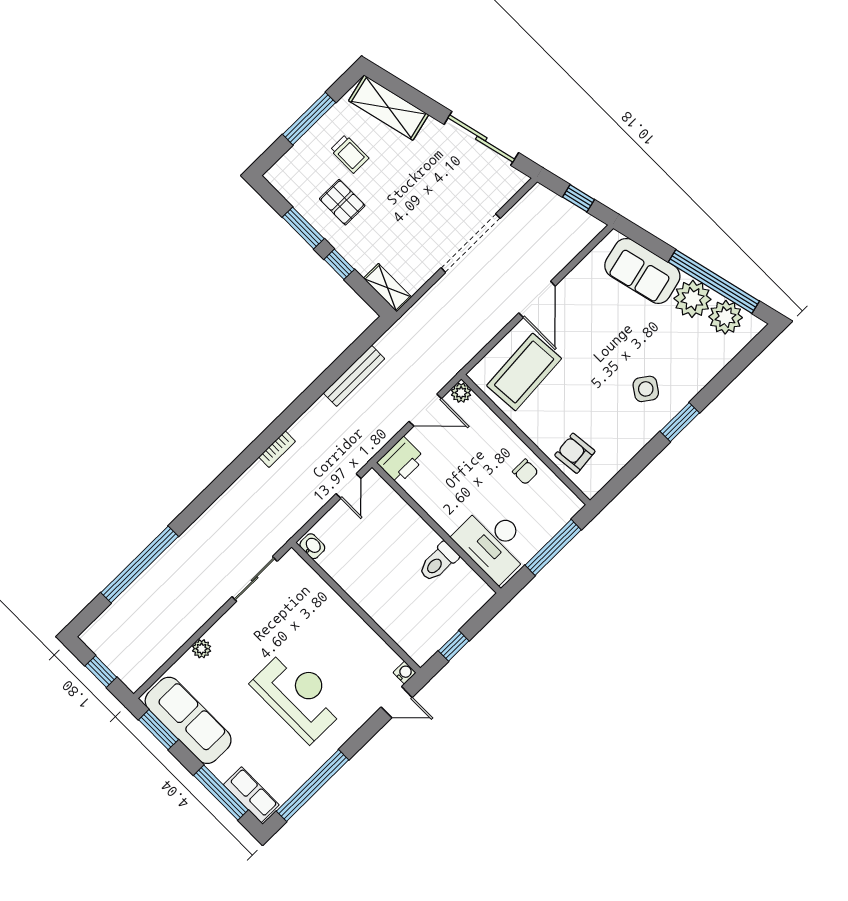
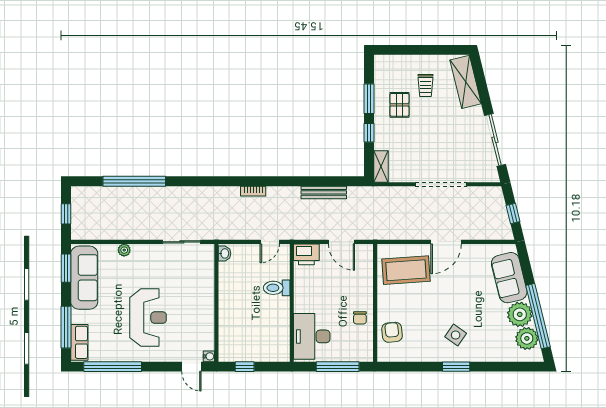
window: (309, 119) -> (423, 50), removed
plant: (461, 393) -> (367, 250), removed
toilet: (438, 562) -> (277, 288), moved

